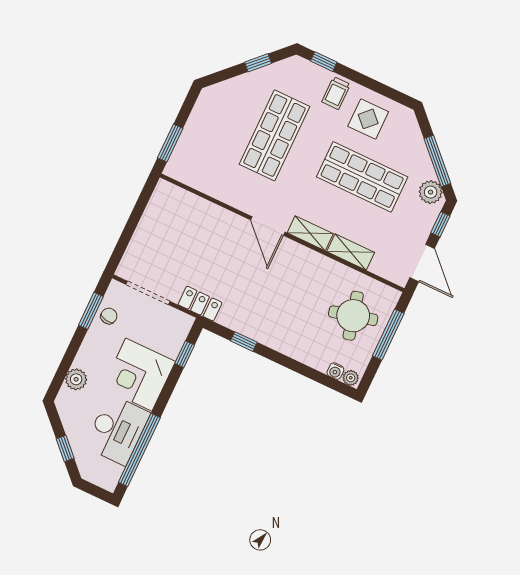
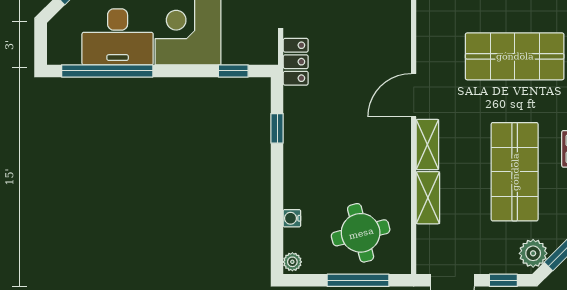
water cooler: (335, 371) -> (292, 218), moved

